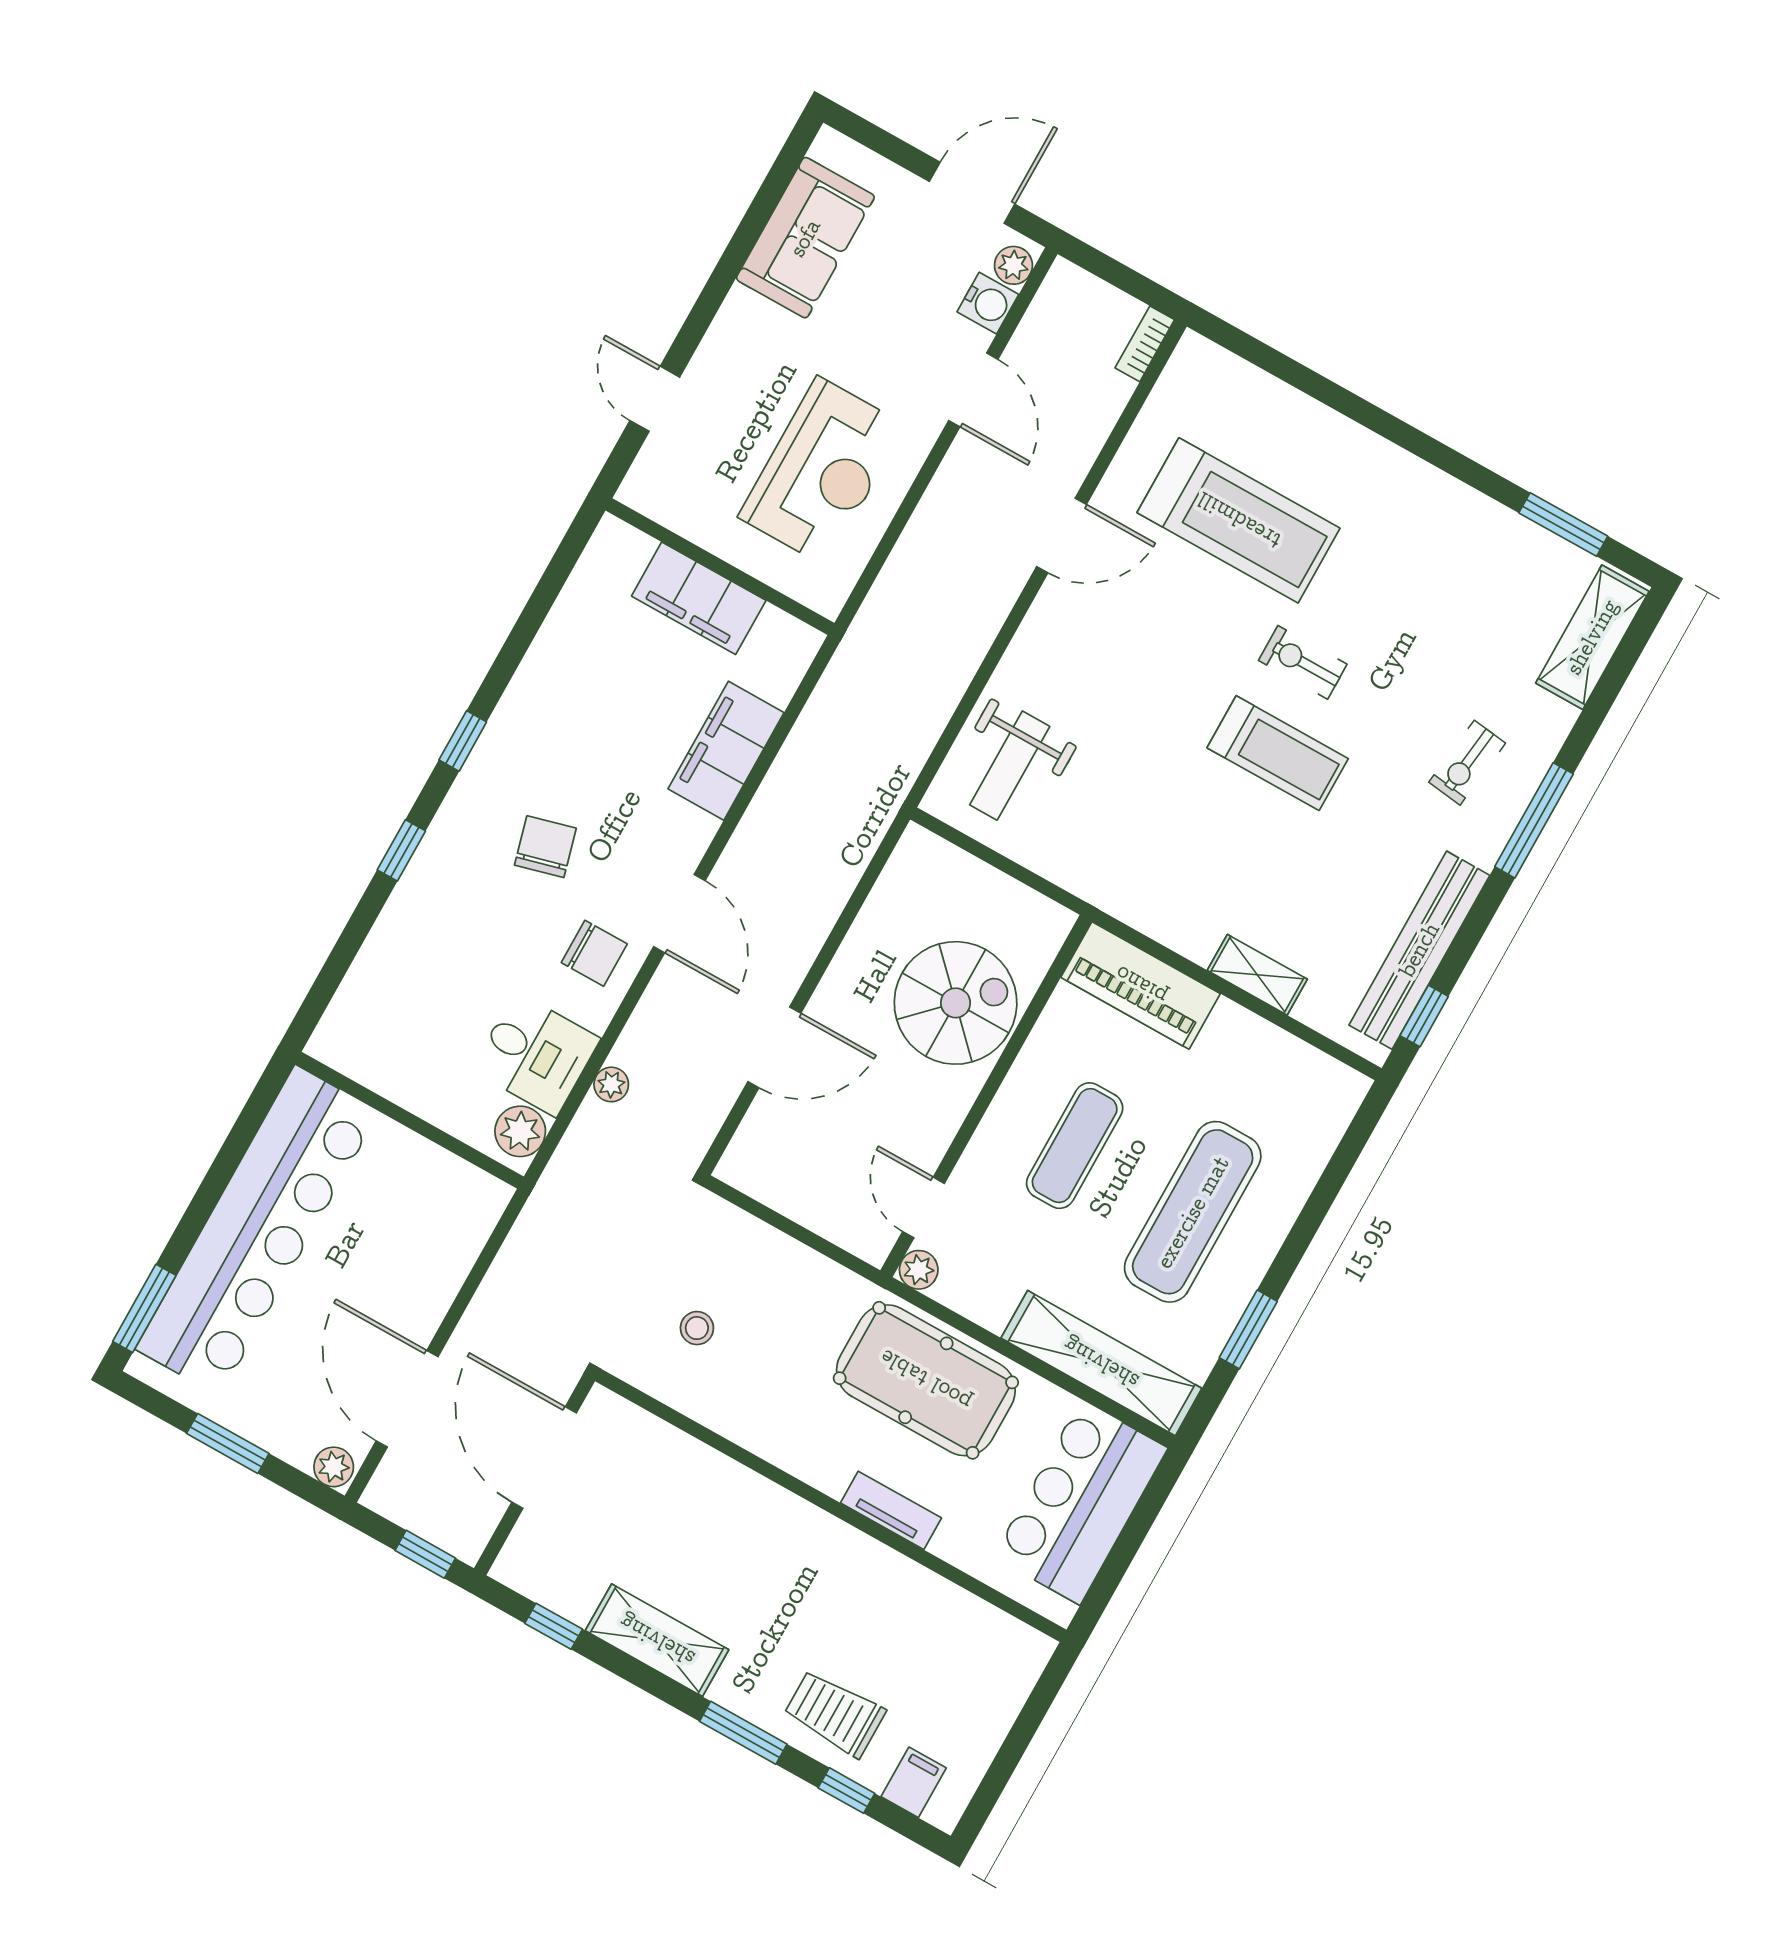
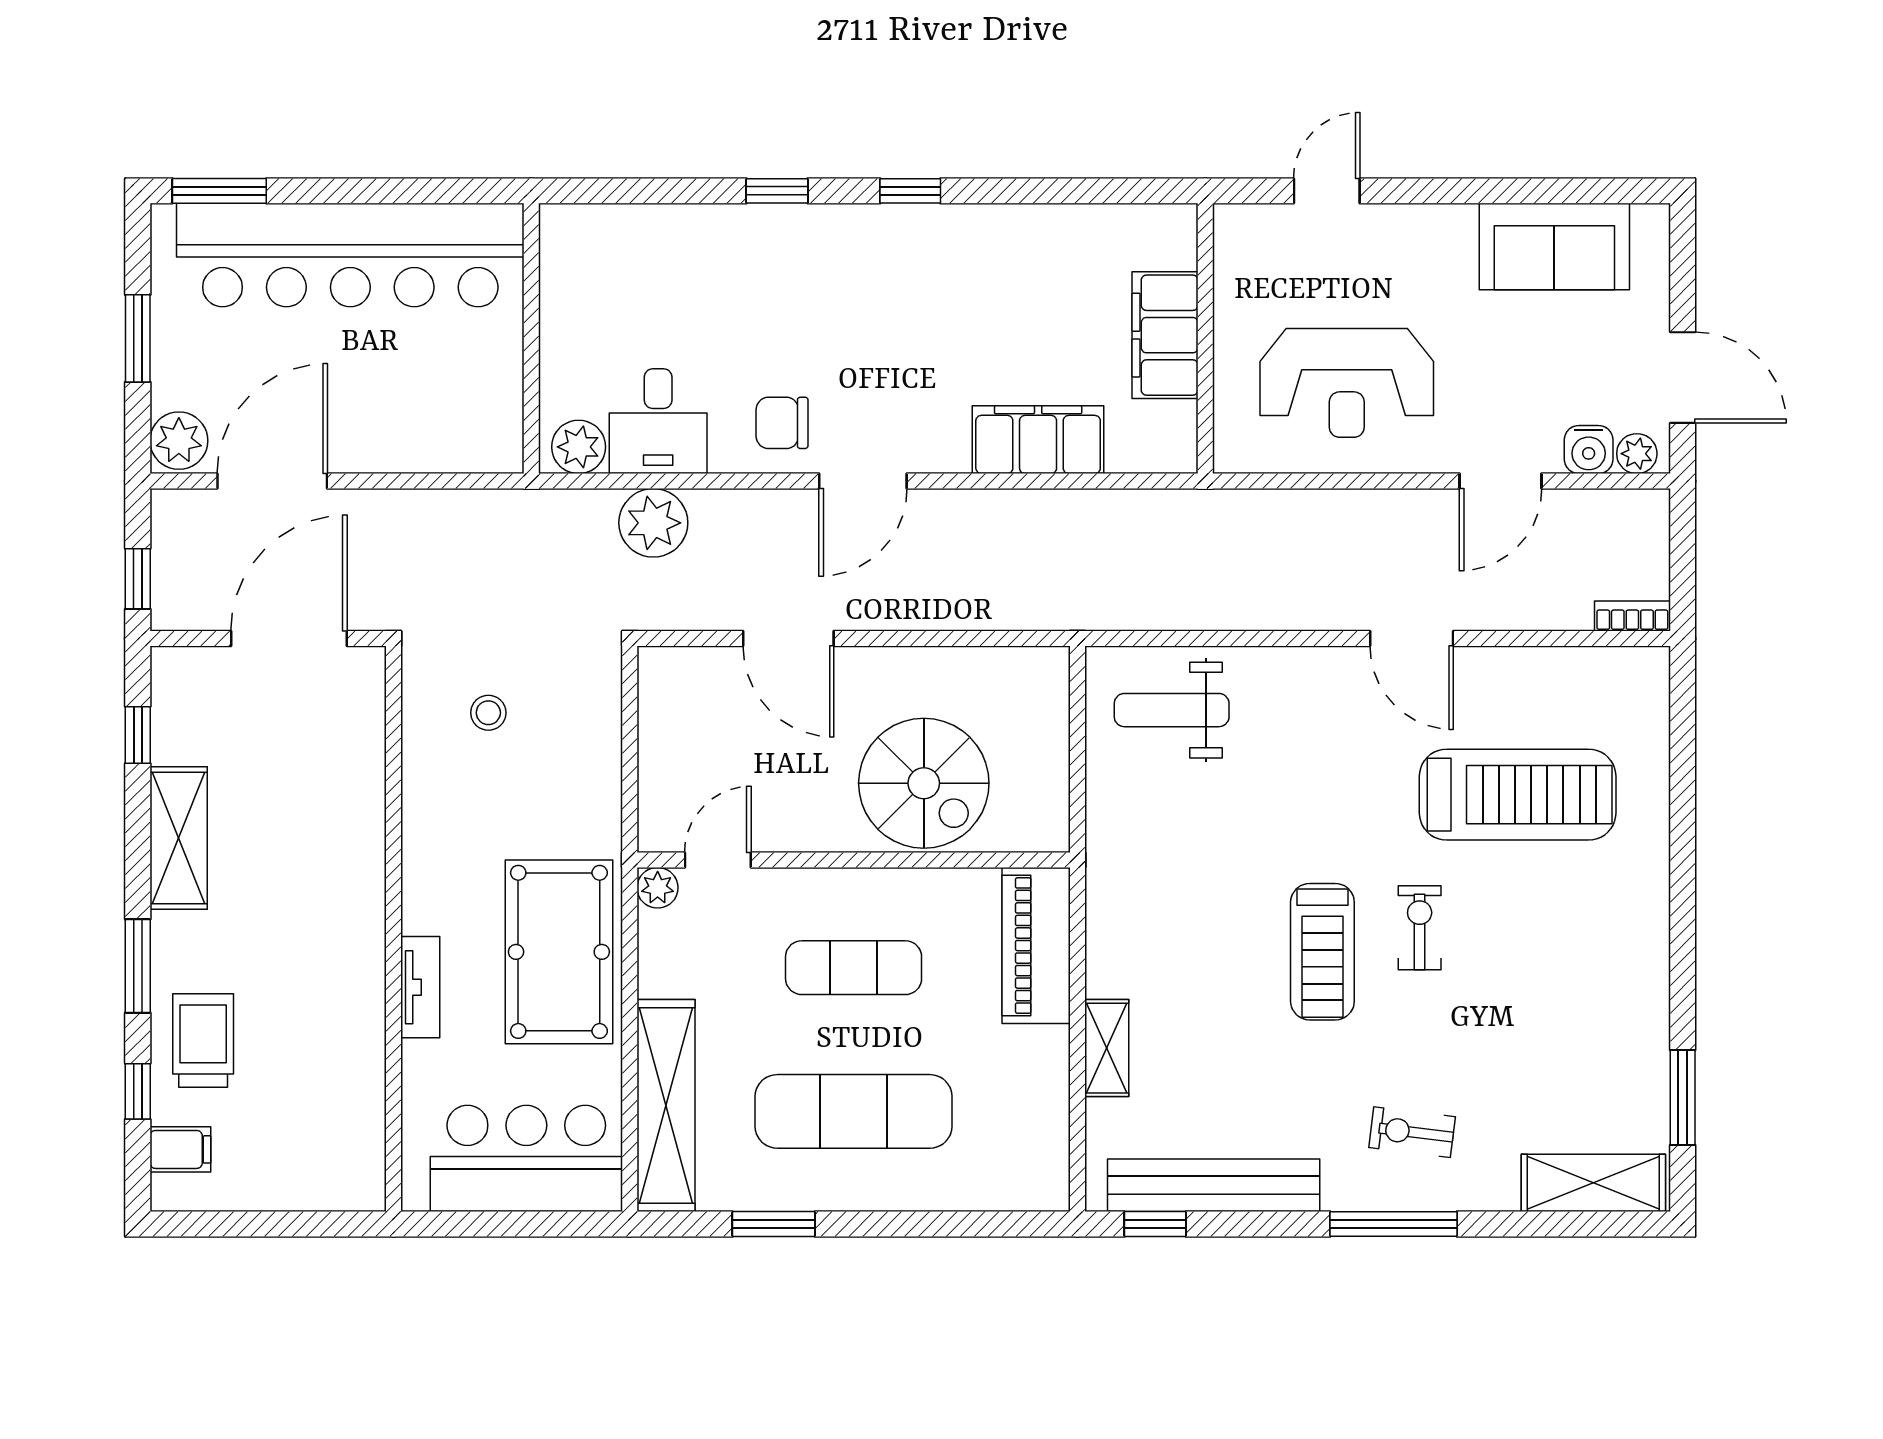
treadmill: (1239, 520) -> (1518, 795), turned -90
chair: (545, 847) -> (855, 322), removed
chair: (594, 953) -> (782, 423), turned 90
plant: (611, 1084) -> (653, 523), width x1.88, depth x1.88
plant: (334, 1467) -> (179, 441), width x1.38, depth x1.38

